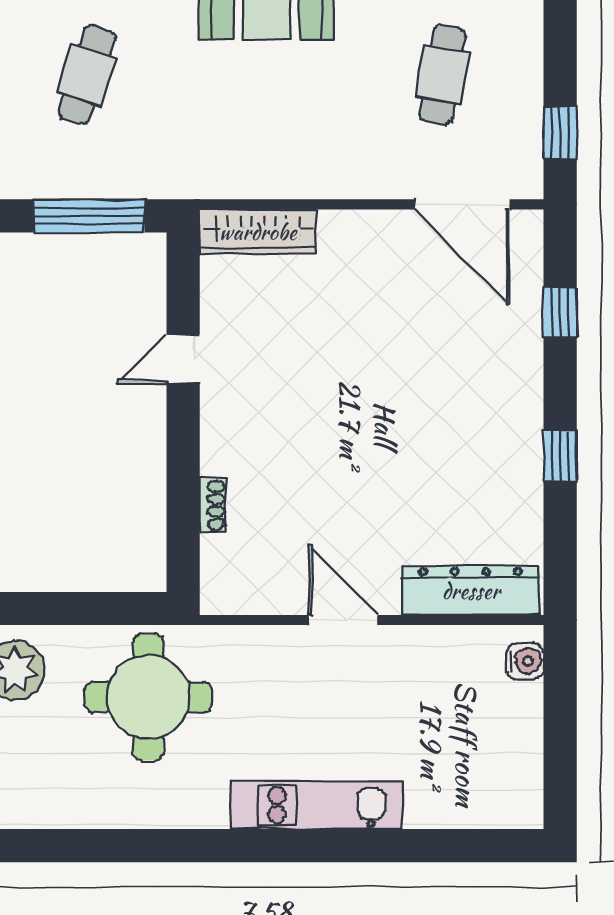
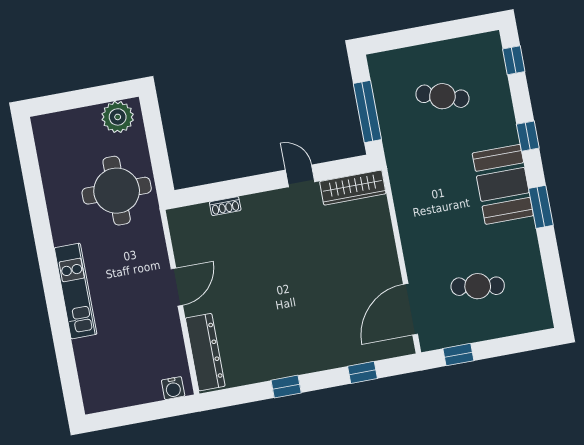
wardrobe: (258, 232) -> (353, 188), moved, turned -90

